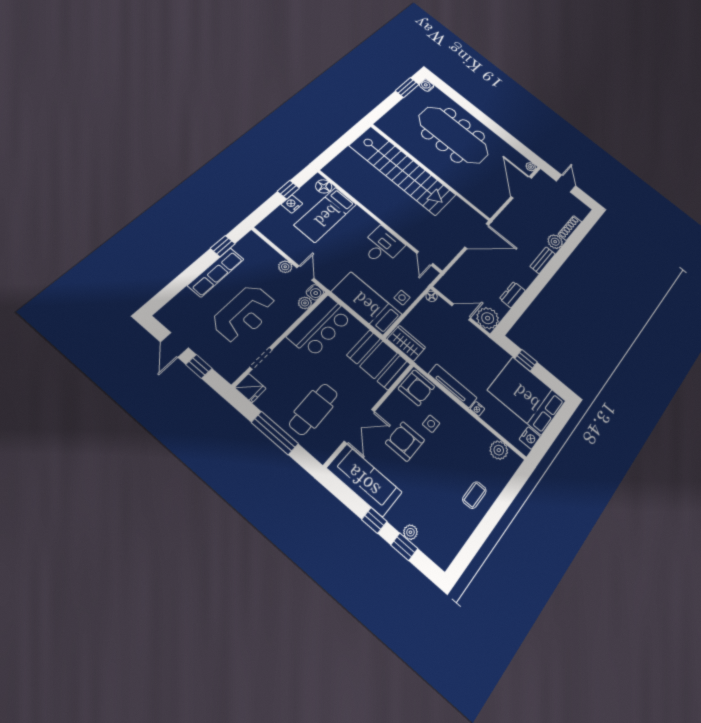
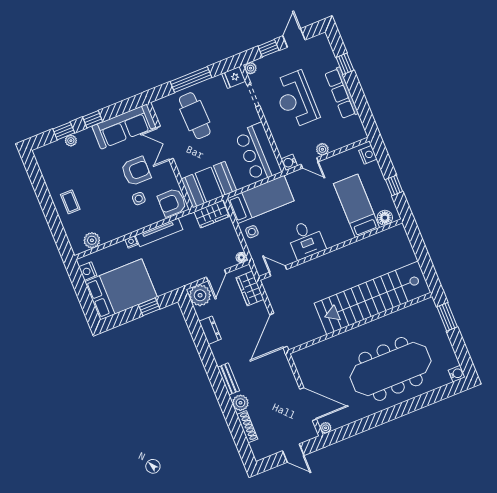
window: (407, 88) -> (447, 317), moved
nightstand: (292, 204) -> (368, 155), moved
window: (223, 246) -> (345, 64), moved
wardrobe: (455, 276) -> (250, 288), added
plant: (305, 303) -> (250, 68), moved
door: (174, 345) -> (294, 38), hinge flipped

